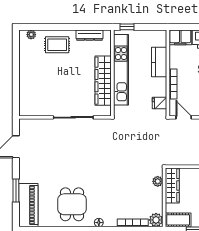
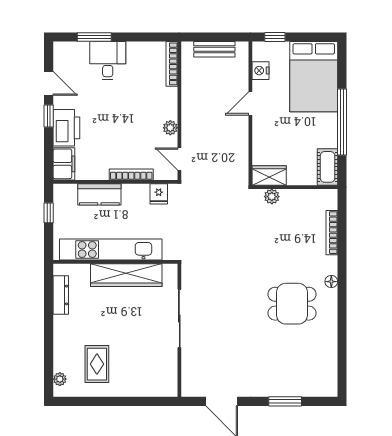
window: (127, 27) -> (49, 213), moved
rug: (57, 45) -> (97, 364), moved
door: (184, 117) -> (179, 159), hinge flipped
wardrobe: (172, 185) -> (269, 176), width x0.67
dining table: (72, 204) -> (292, 304), moved
piano: (28, 205) -> (306, 383), removed
plant: (156, 220) -> (328, 199), removed

